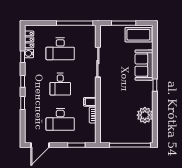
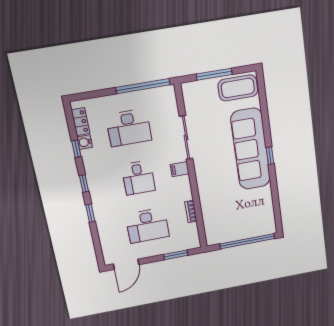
sofa: (144, 65) -> (251, 149), width x1.85, depth x1.27
filing cabinet: (90, 102) -> (180, 169), moved
plant: (145, 115) -> (262, 199), removed

